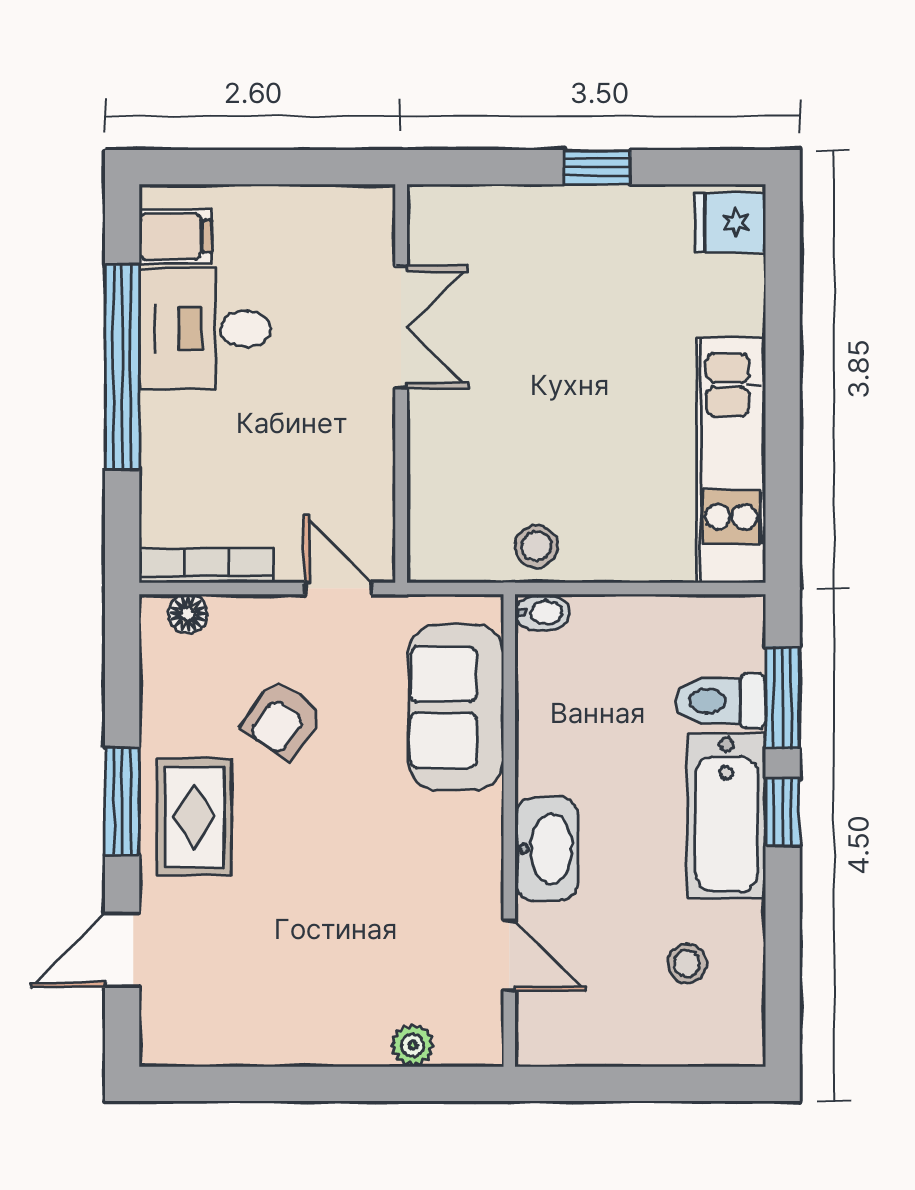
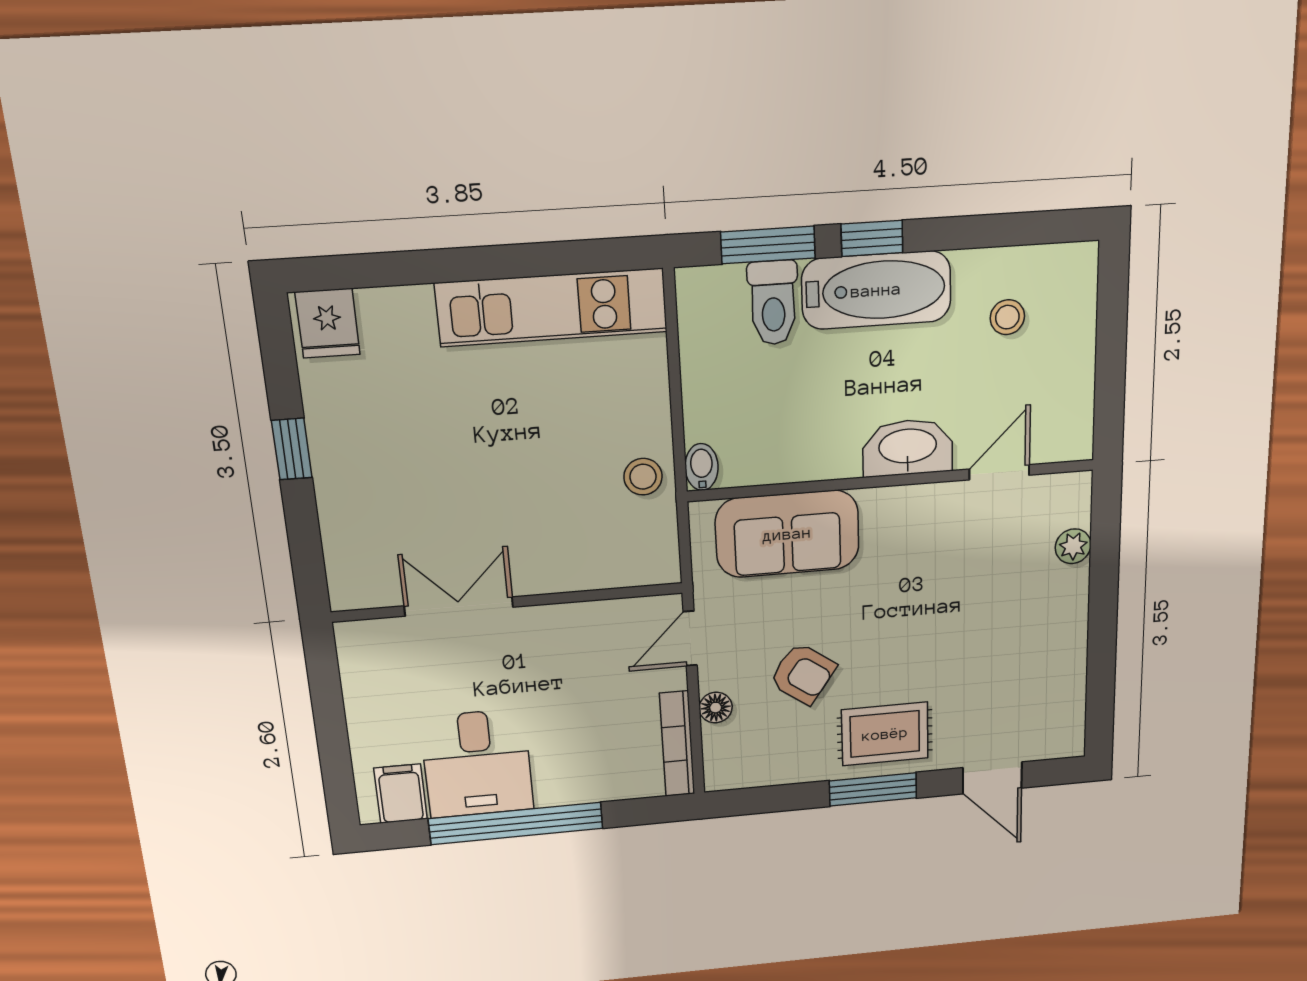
floor lamp: (188, 614) -> (716, 708), moved

